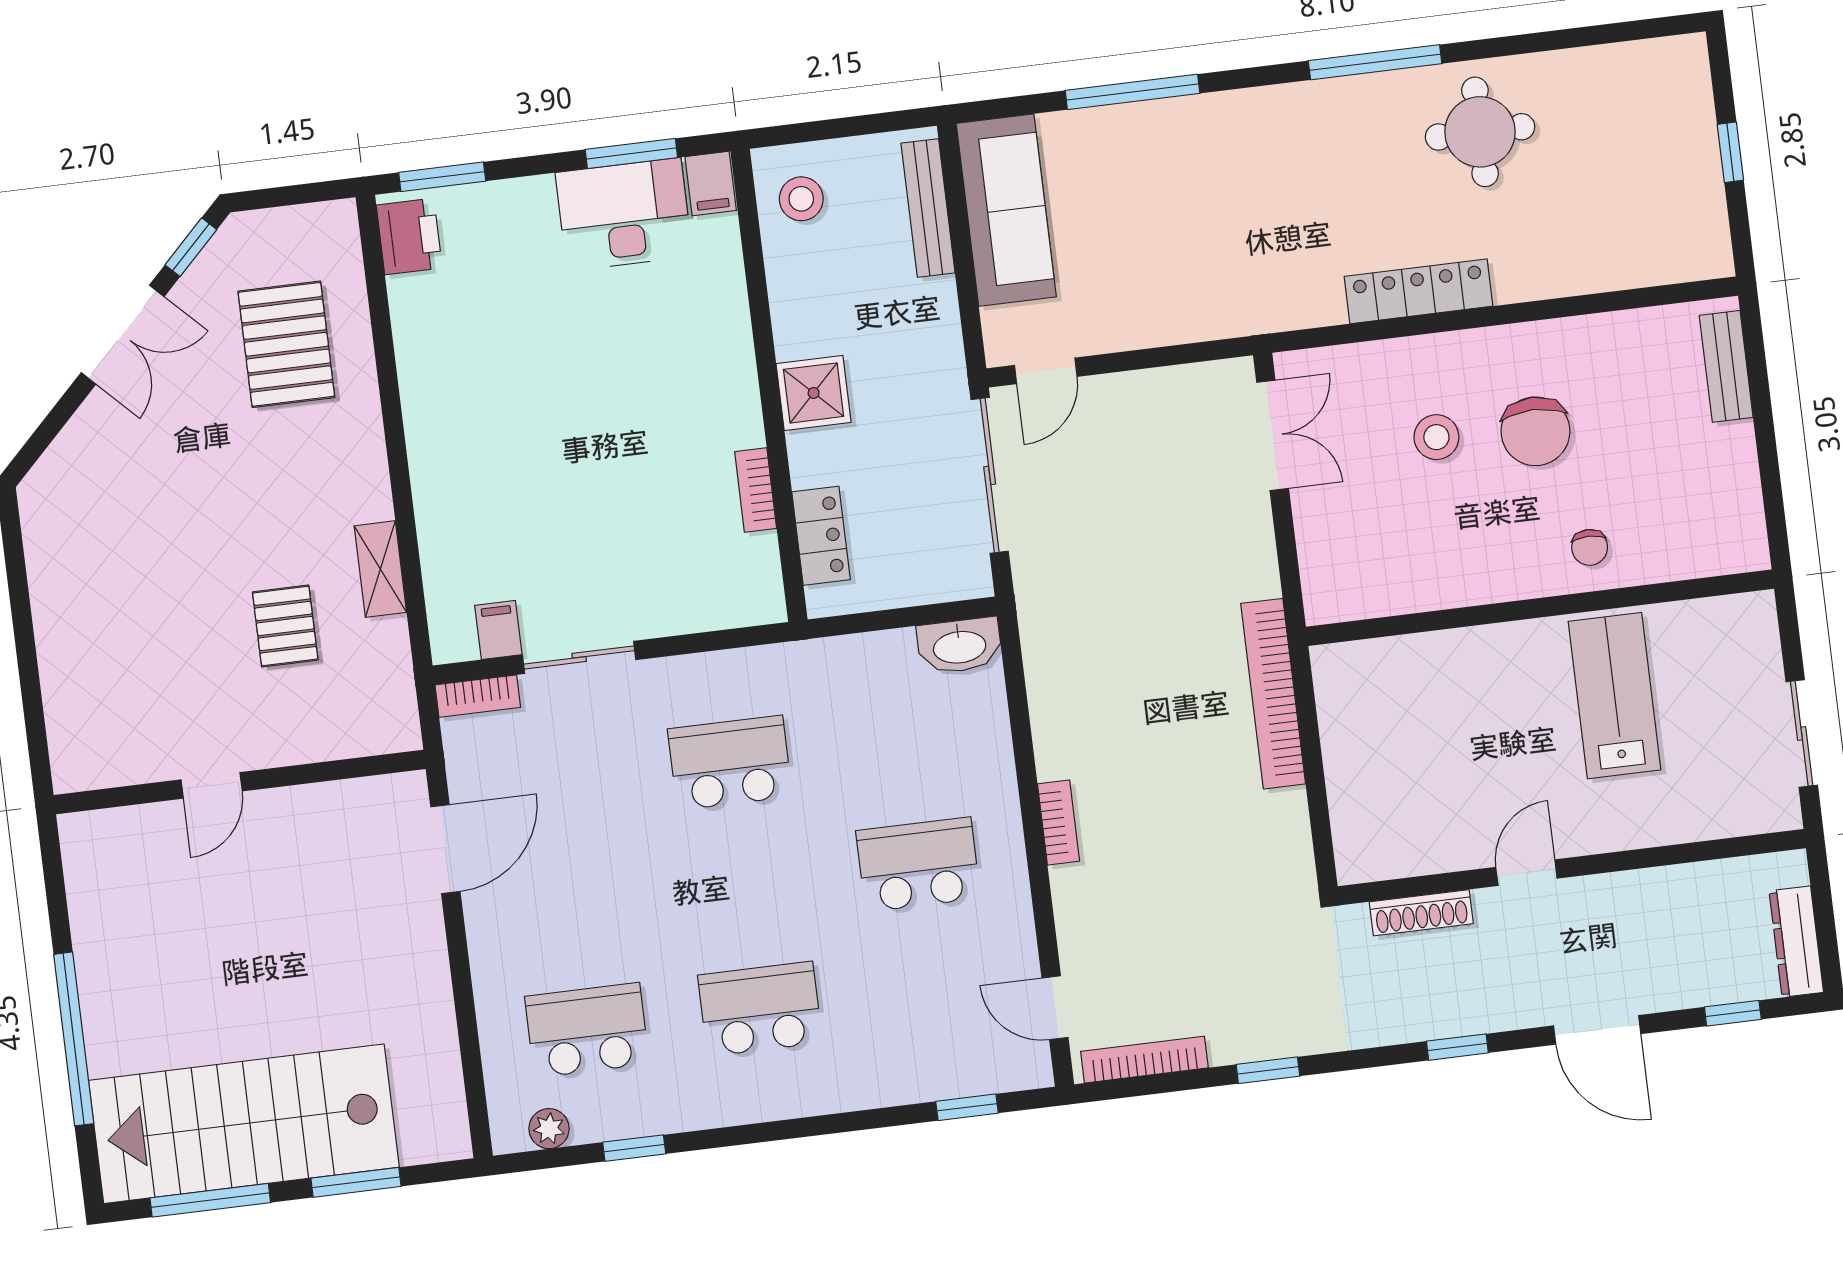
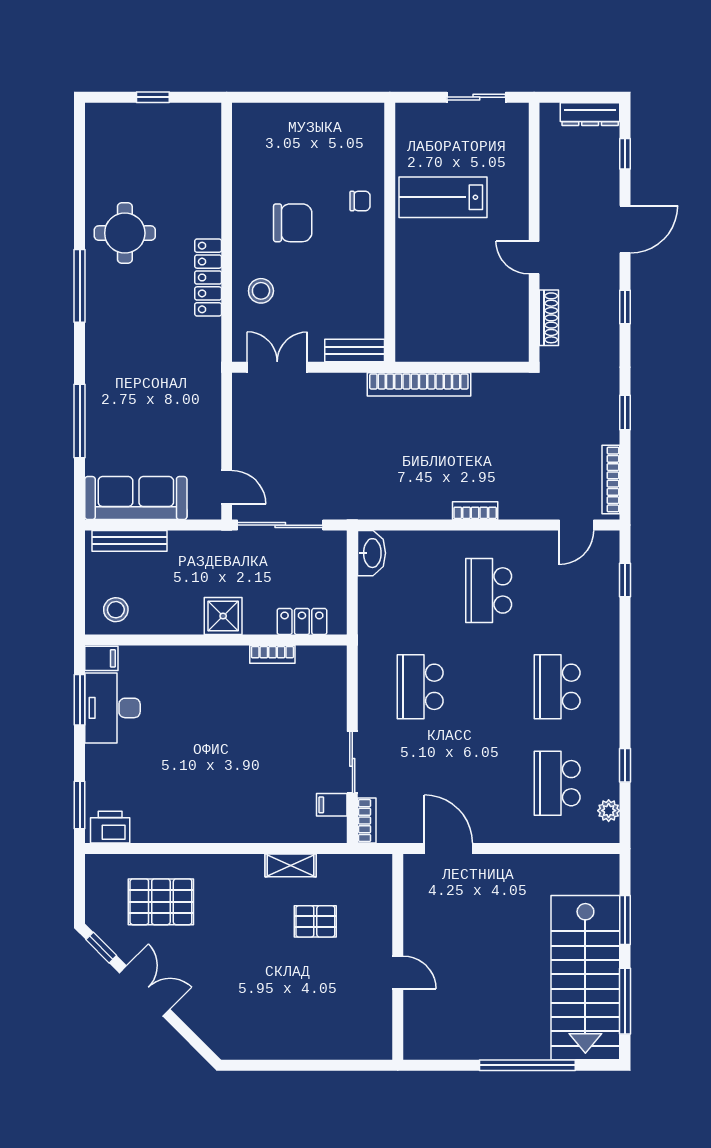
bench: (1726, 366) -> (355, 351), moved
stool: (1436, 437) -> (261, 291), moved

